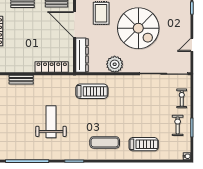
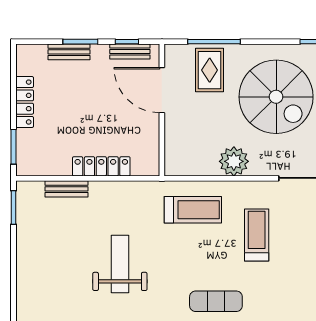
dresser: (82, 55) -> (175, 145), removed
locker: (52, 67) -> (101, 166), moved
treadmill: (144, 144) -> (257, 235), moved, turned -90

